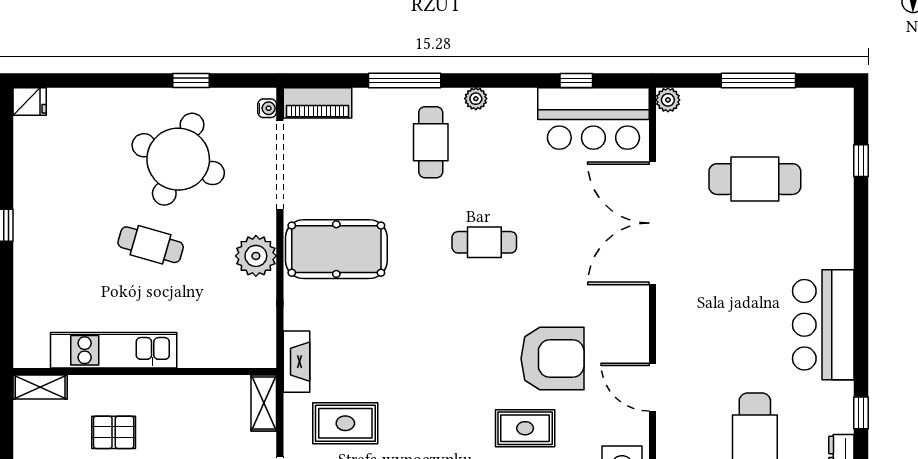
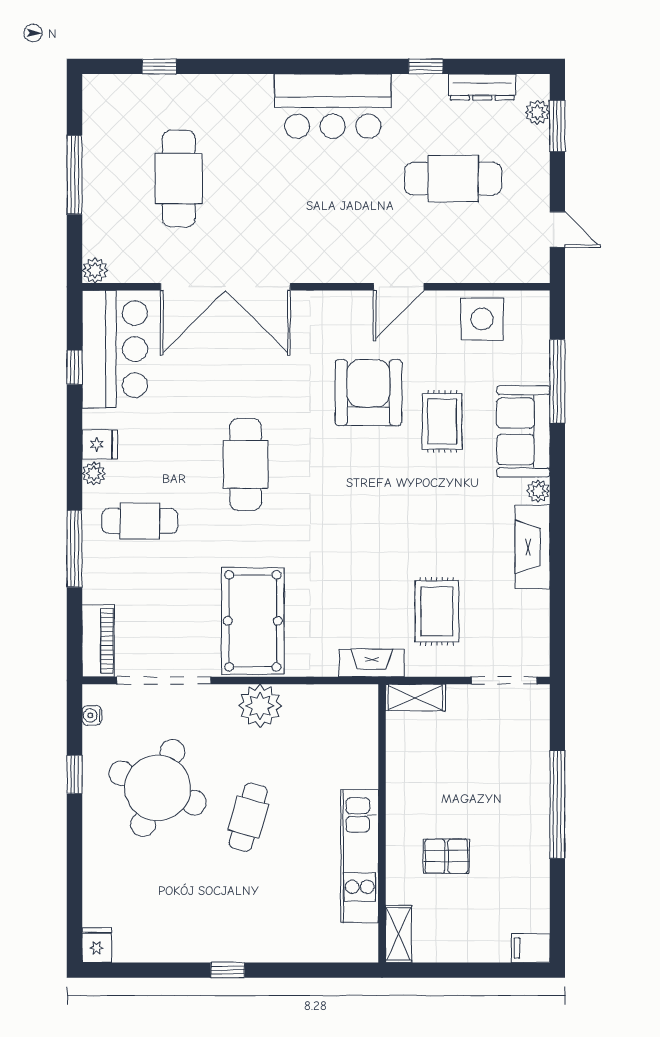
fridge: (503, 104) -> (100, 444), added
water cooler: (267, 108) -> (92, 715), moved, turned -90
cafe table: (484, 242) -> (246, 464), width x1.37, depth x1.35
pallet: (114, 432) -> (446, 856), turned 90

